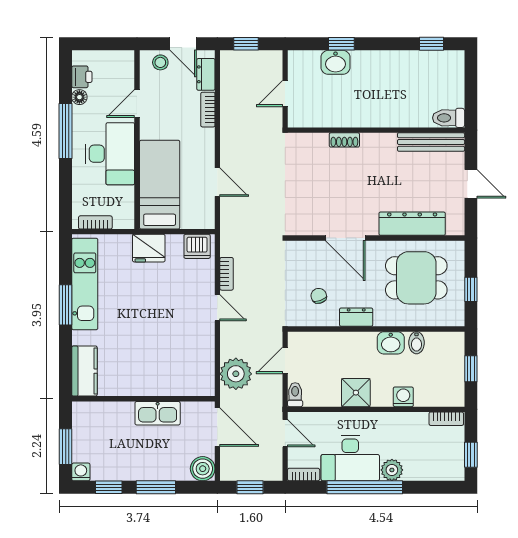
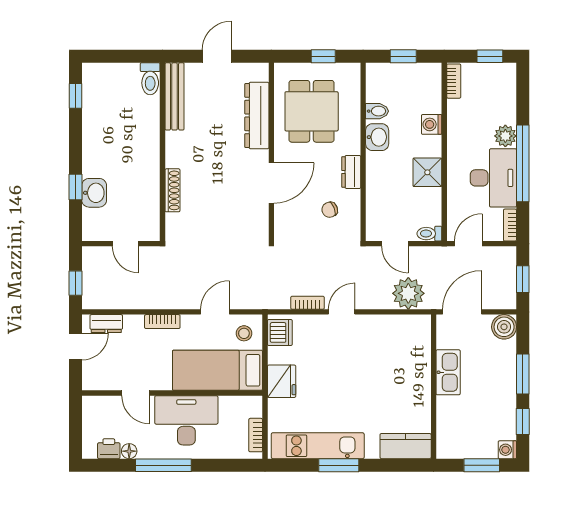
stool: (160, 62) -> (244, 333), moved
bookcase: (208, 110) -> (162, 322), moved
shoe rack: (344, 140) -> (172, 190), width x1.43

